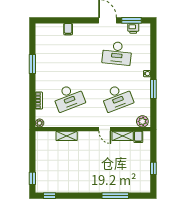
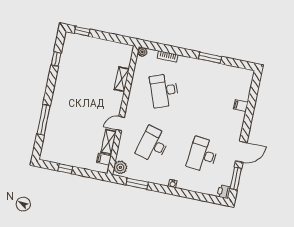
printer: (133, 28) -> (224, 192), moved
window: (153, 89) -> (137, 184), moved
desk: (117, 97) -> (153, 145), turned 36
window: (50, 196) -> (56, 59), moved

